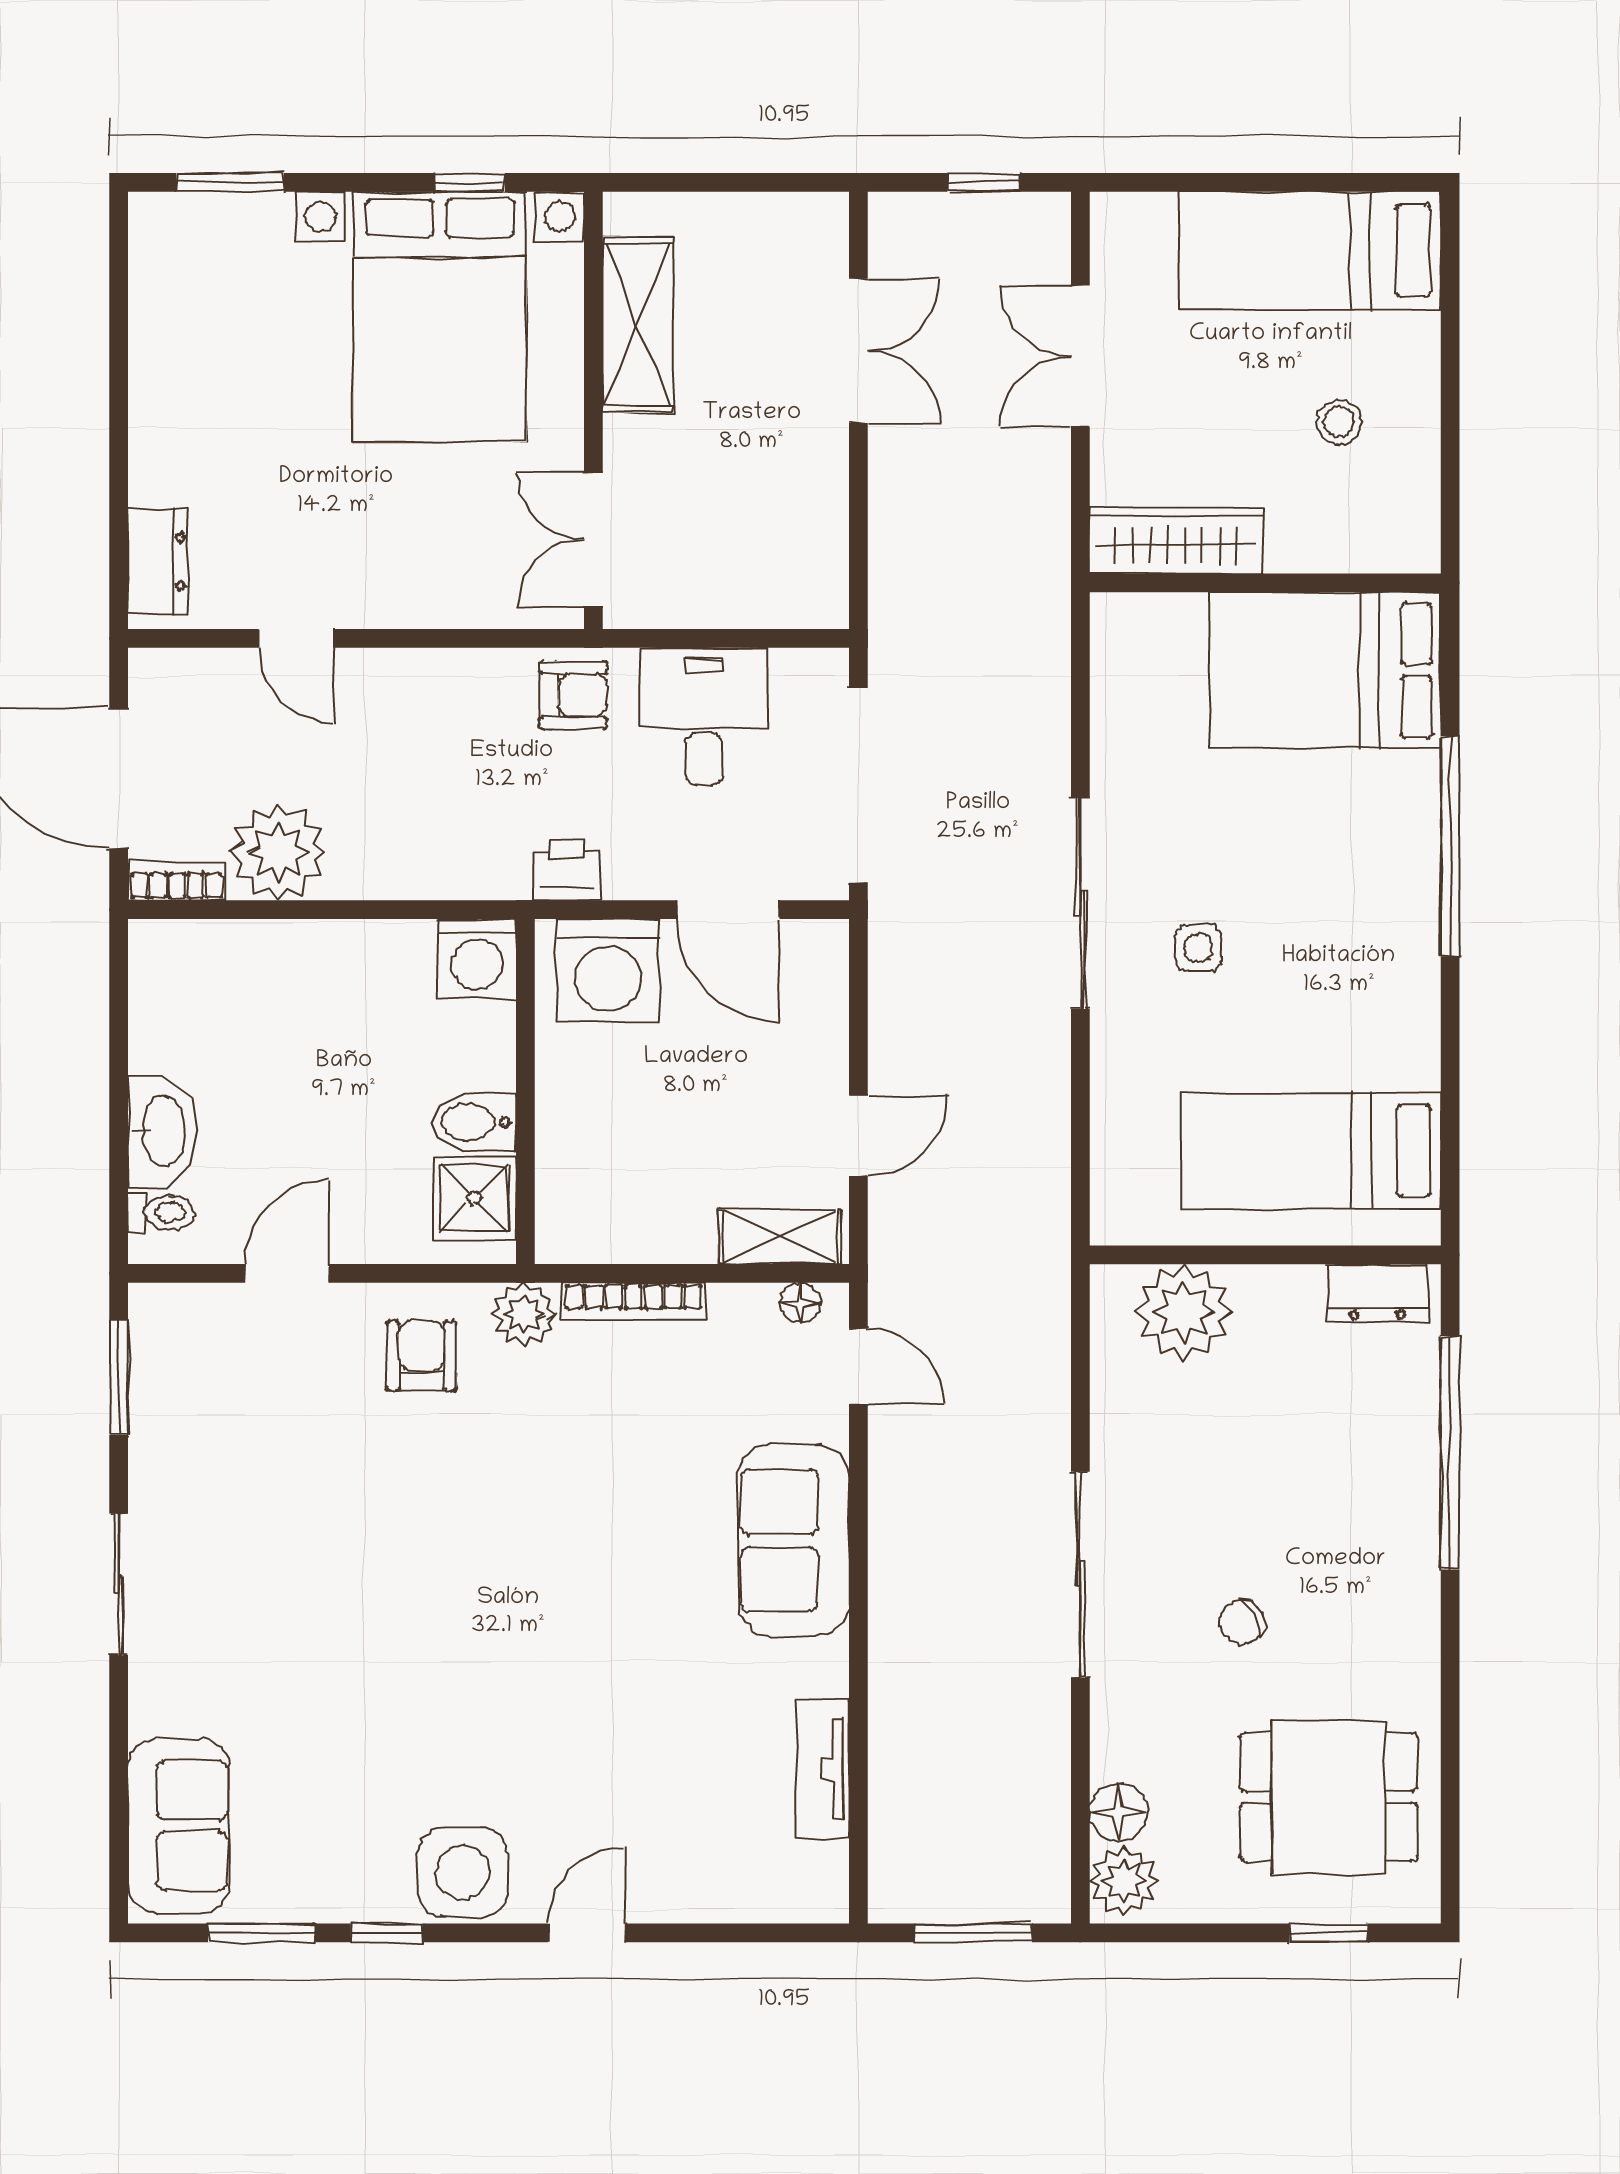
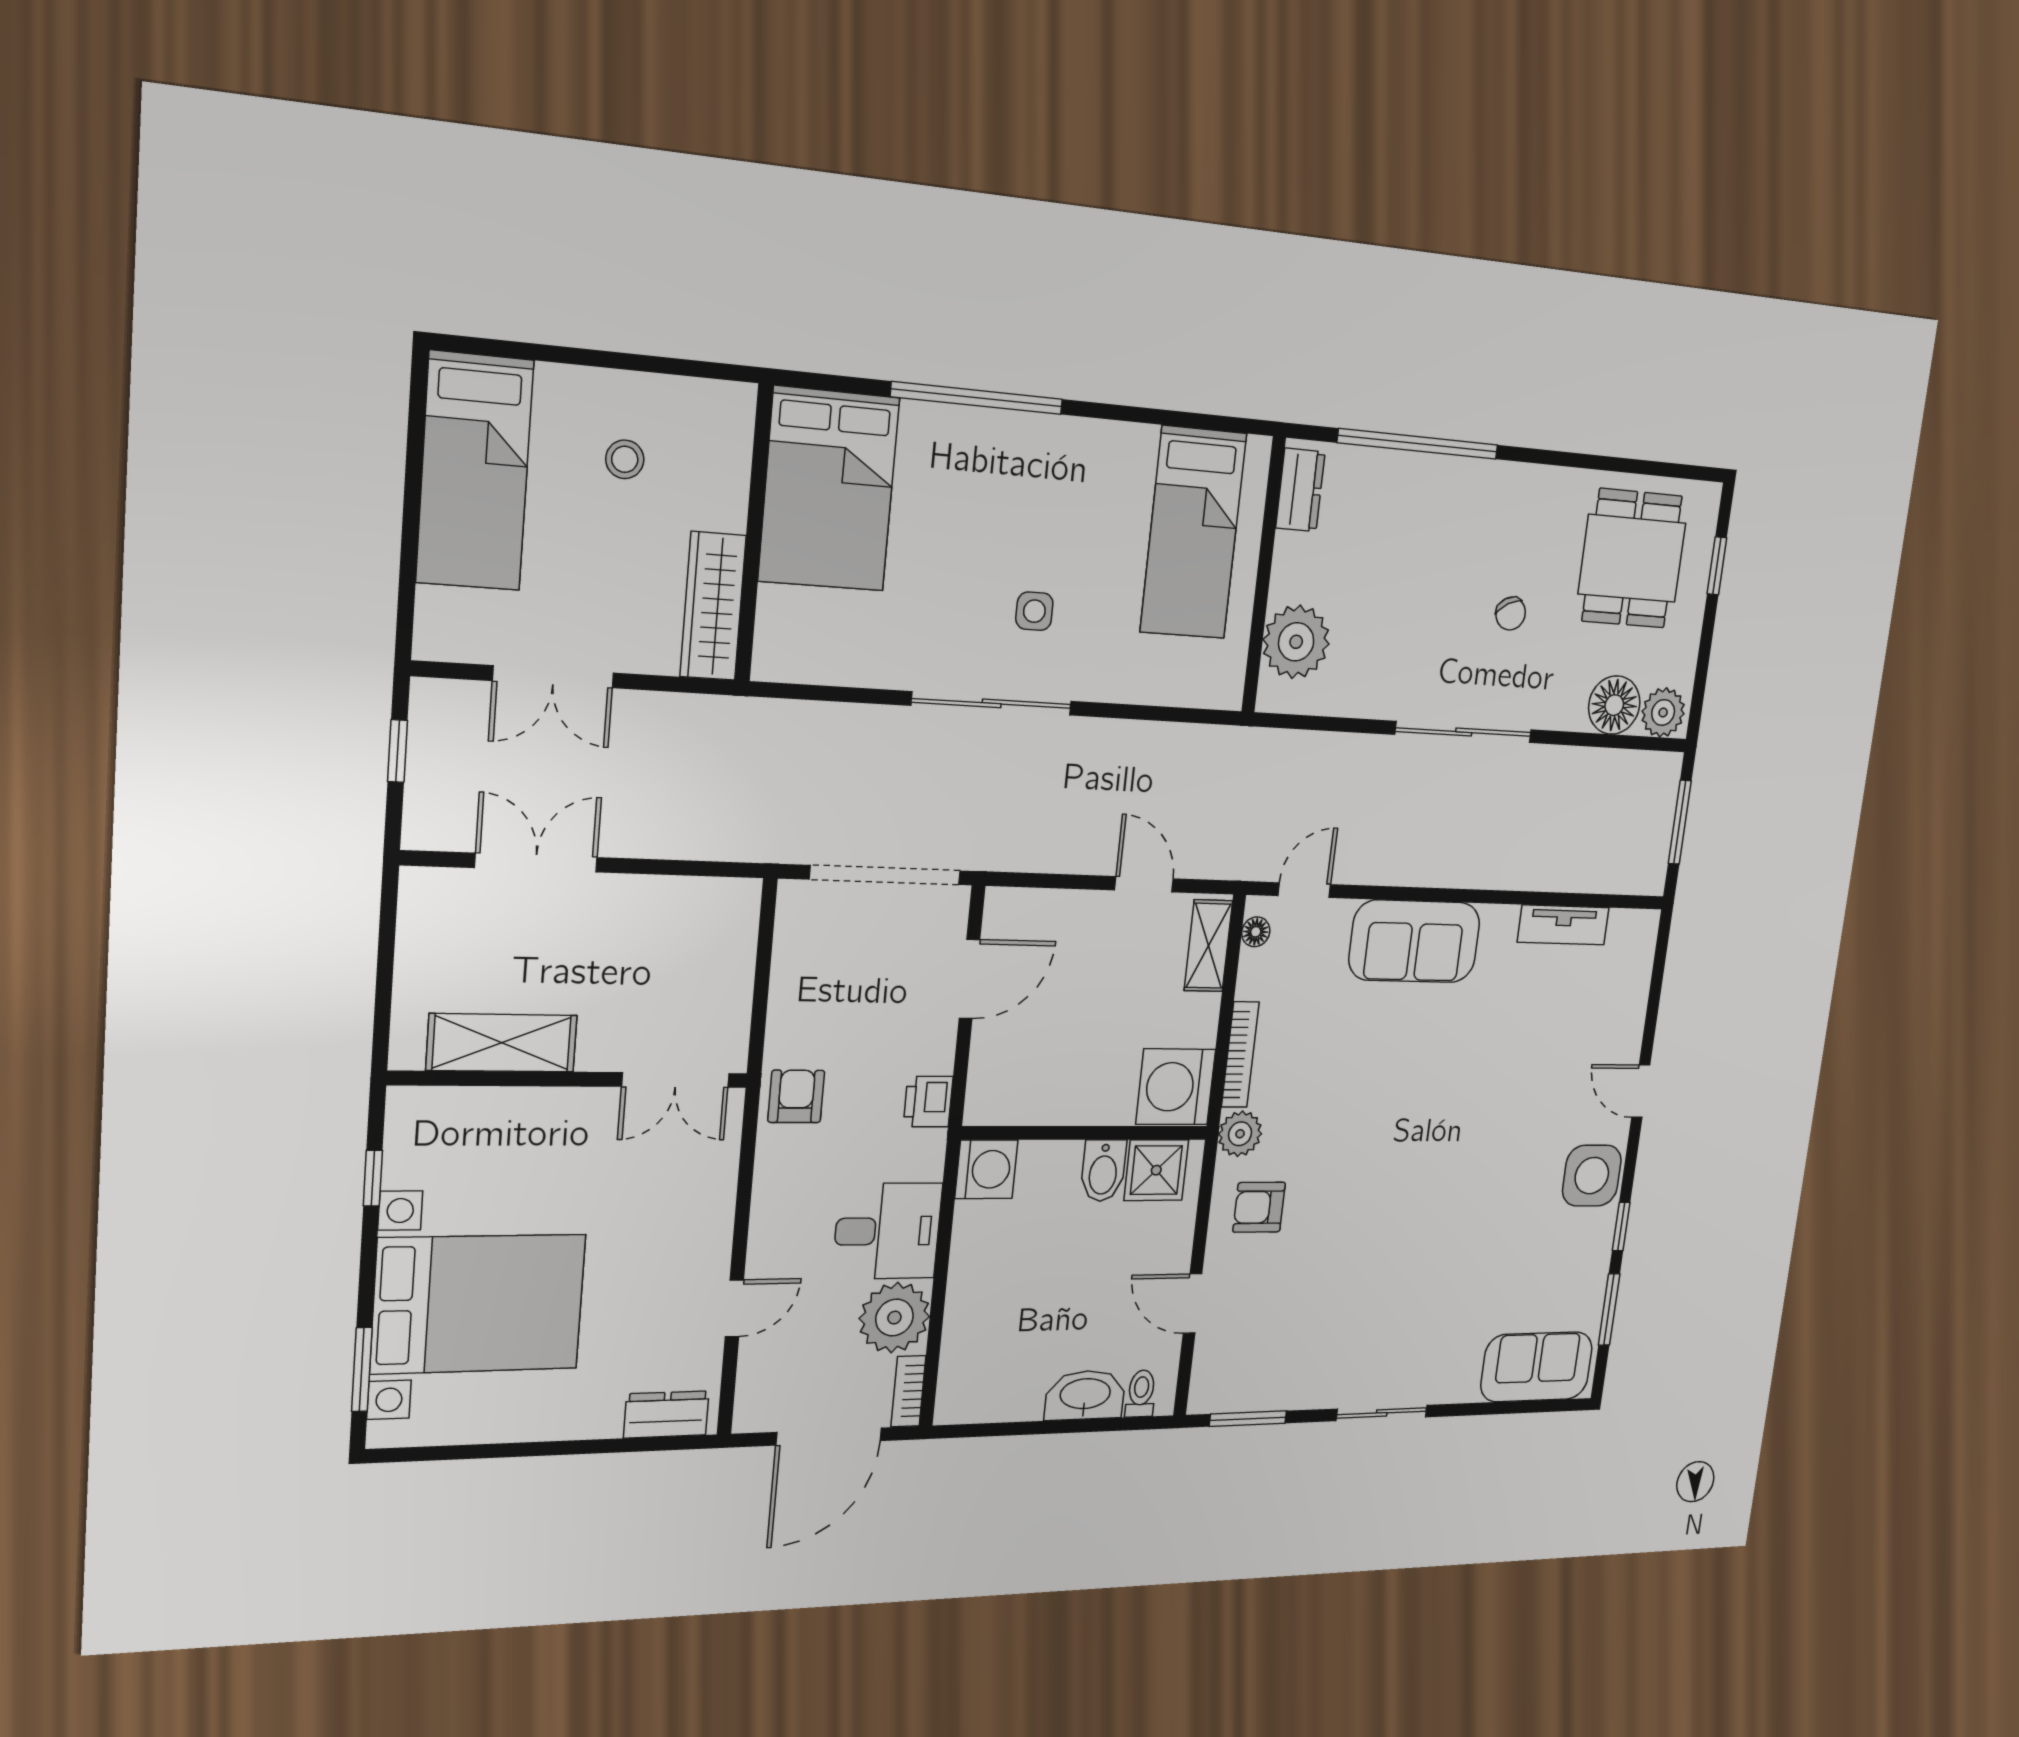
bed with nightstands: (440, 317) -> (478, 1304), moved
desk: (704, 717) -> (887, 1231), moved, turned 180
washing machine: (608, 970) -> (1176, 1087), moved, turned 180
floor lamp: (1119, 1812) -> (1614, 705), width x1.38, depth x1.38

